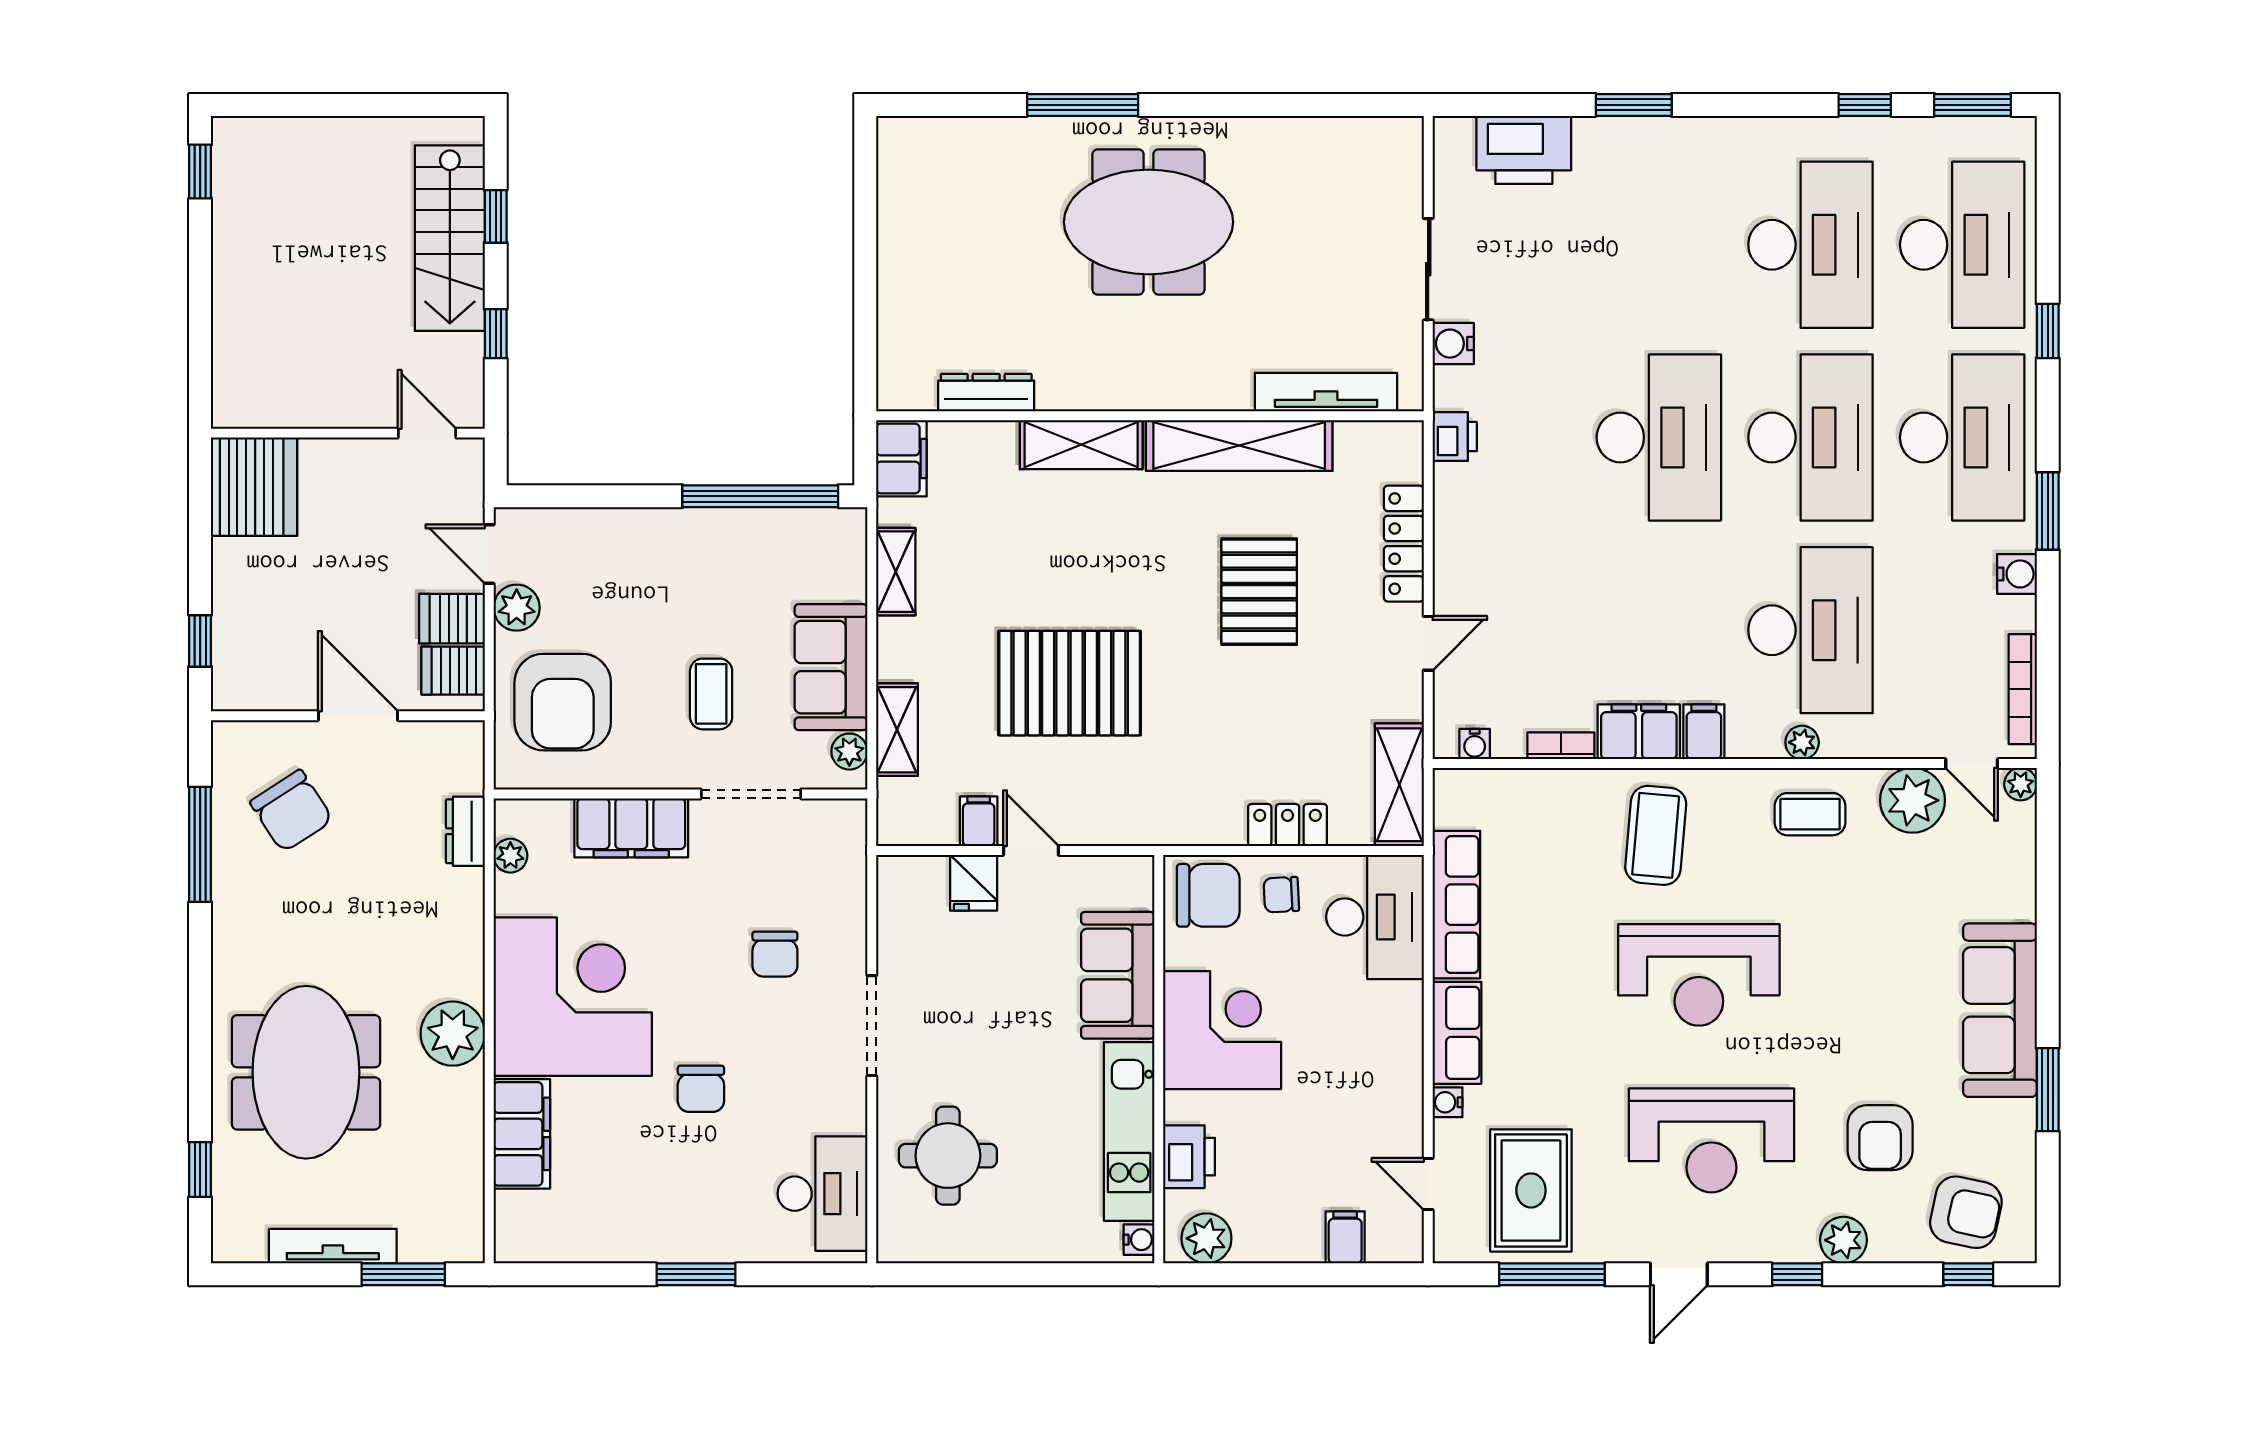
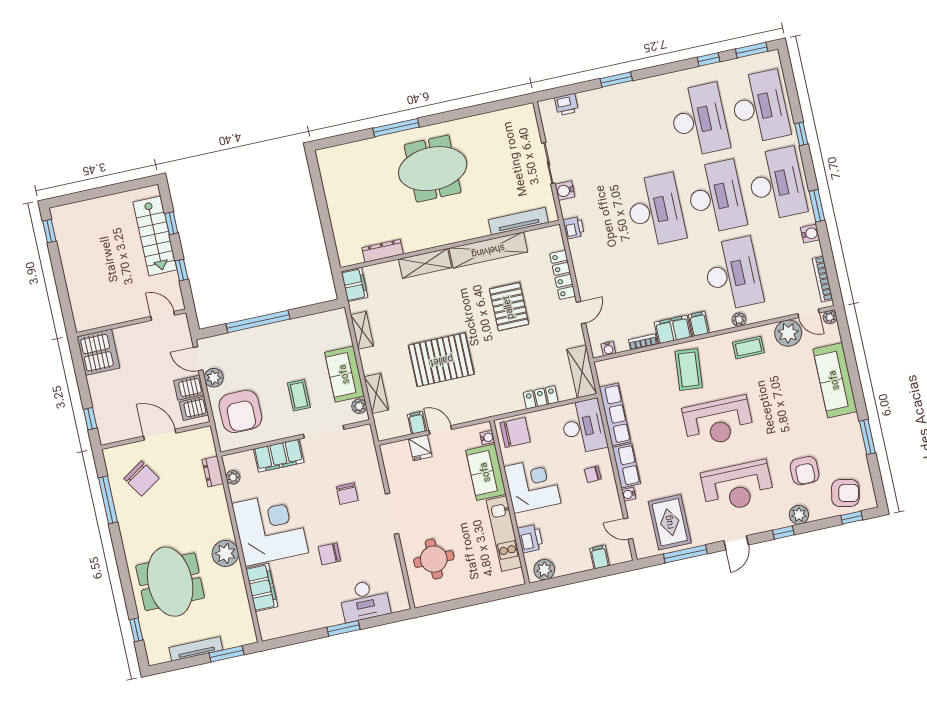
printer: (1524, 150) -> (566, 105), width x0.53, depth x0.68
window: (760, 496) -> (258, 321), moved
chair: (1281, 895) -> (593, 474), moved
sofa: (2000, 1010) -> (835, 380), moved
chair: (701, 1089) -> (329, 554), turned 90
desk: (822, 1194) -> (365, 600), moved, turned 90
water cooler: (1139, 1240) -> (487, 438), moved

